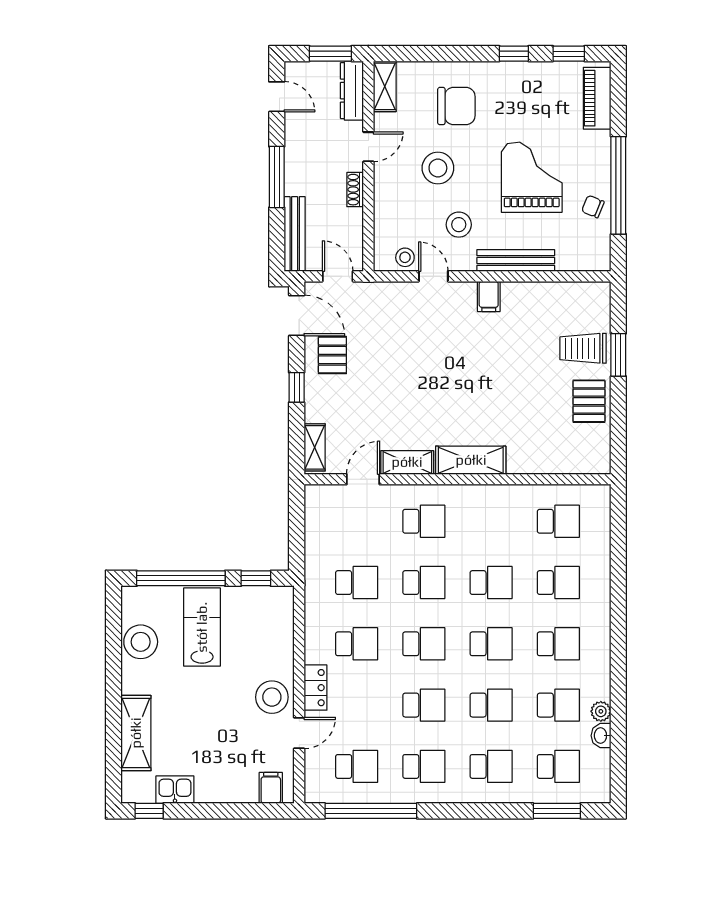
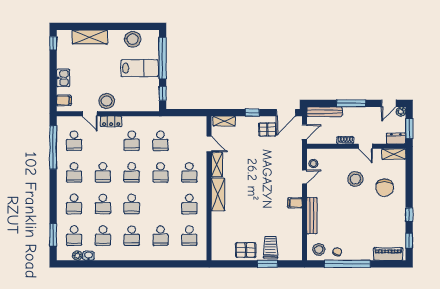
plant: (294, 71) -> (401, 111), added
dresser: (352, 91) -> (396, 139), width x0.70
grand piano: (532, 177) -> (351, 223), removed
stool: (459, 225) -> (319, 250), moved
school desk: (491, 583) -> (189, 204), moved
plant: (601, 711) -> (77, 256), moved
kitchen sink: (175, 790) -> (63, 78), moved

